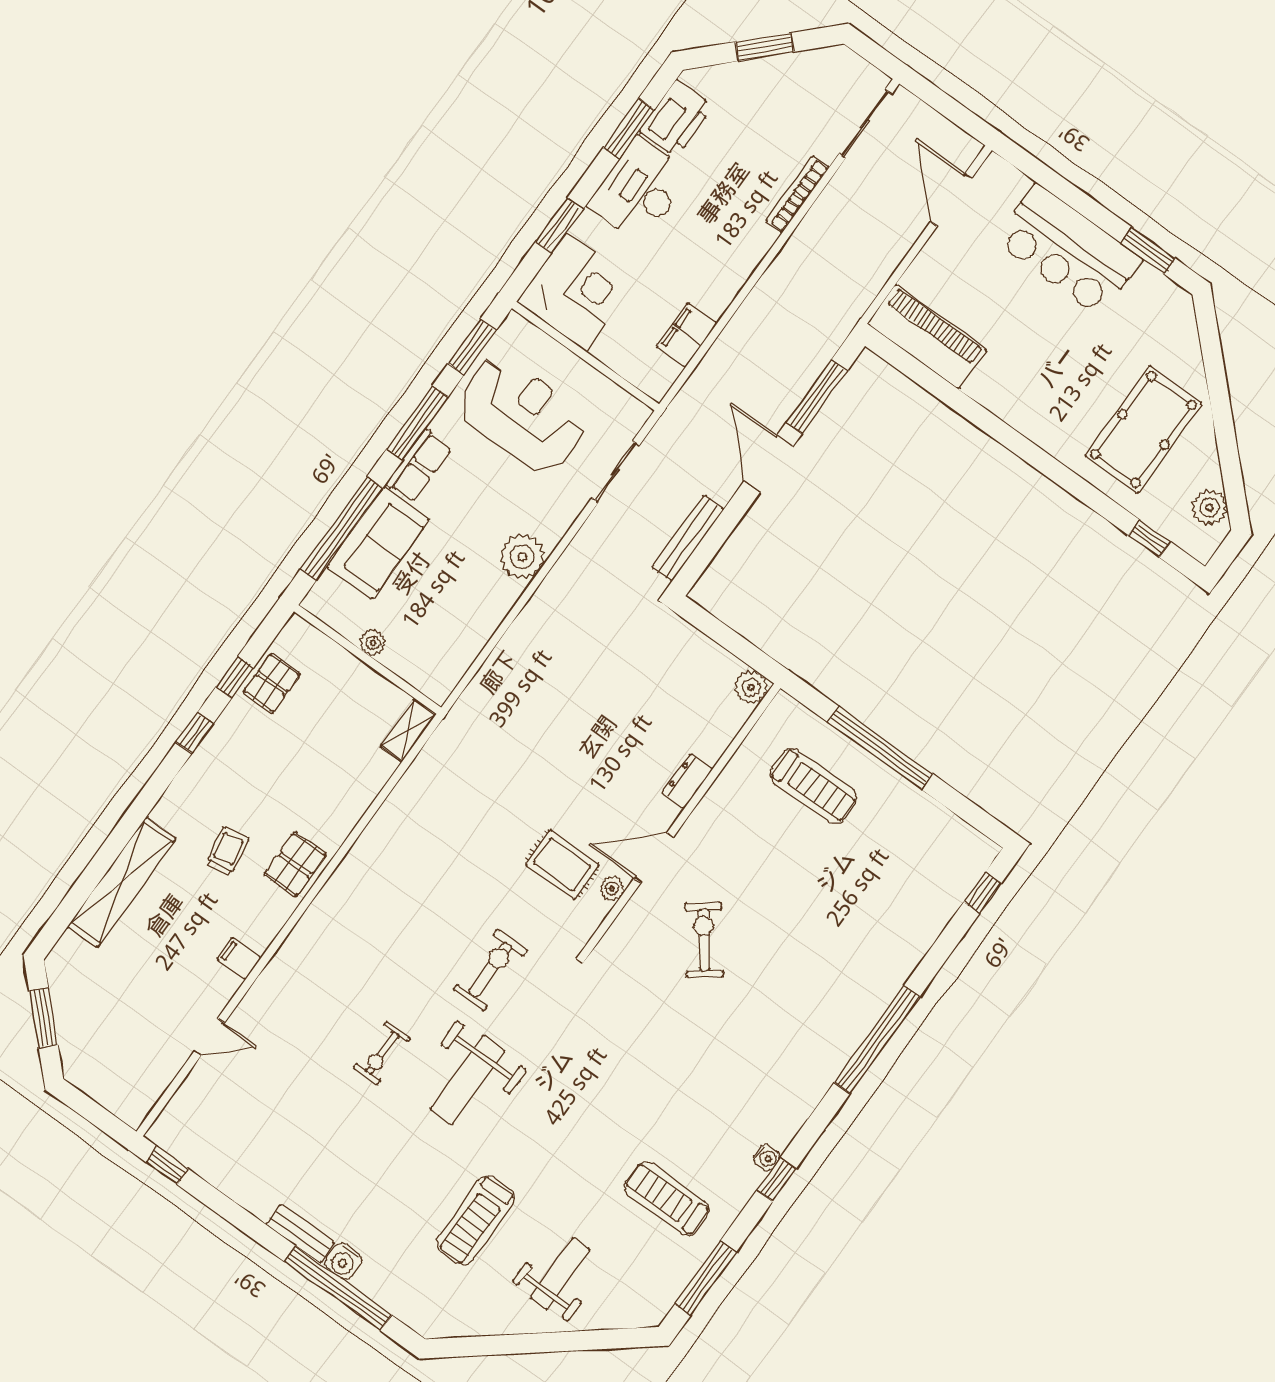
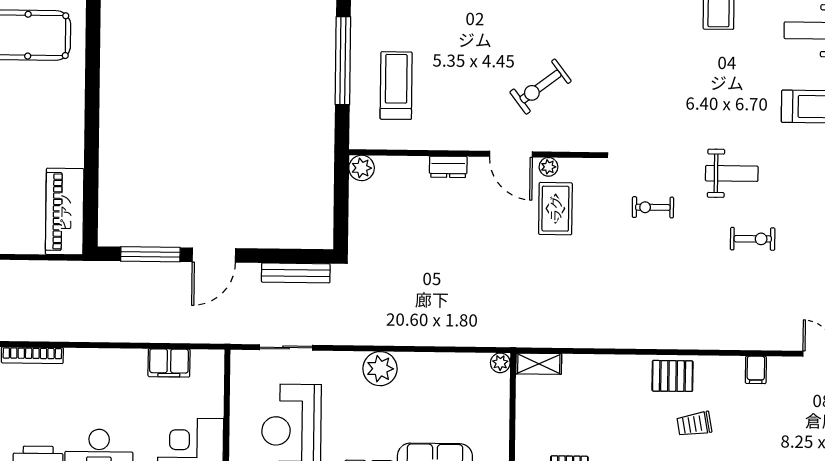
plant: (373, 643) -> (500, 363), moved
exercise bike: (490, 970) -> (653, 207), width x0.73, depth x0.72
weight bench: (468, 1080) -> (732, 173), width x0.73, depth x0.75

